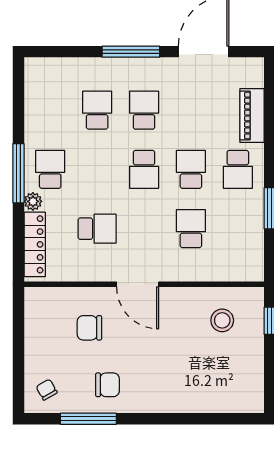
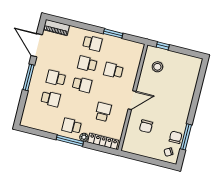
school desk: (97, 110) -> (51, 99), turned 180
piano: (252, 116) -> (56, 27), moved
chair: (108, 385) -> (175, 137), moved

